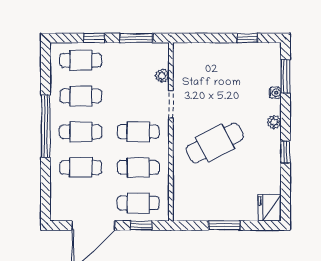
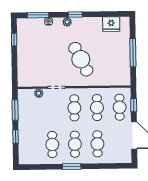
cafe table: (81, 60) -> (30, 145), removed
window: (46, 126) -> (72, 167), width x0.47
window: (286, 152) -> (75, 15), moved
fridge: (270, 208) -> (111, 24), moved
window: (224, 225) -> (133, 53), width x1.44

